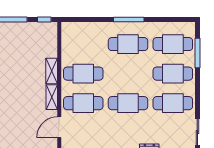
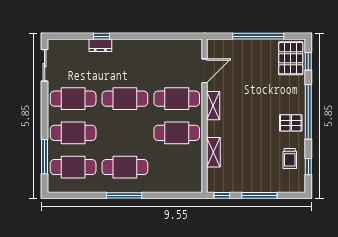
shelving: (52, 71) -> (213, 152), moved

